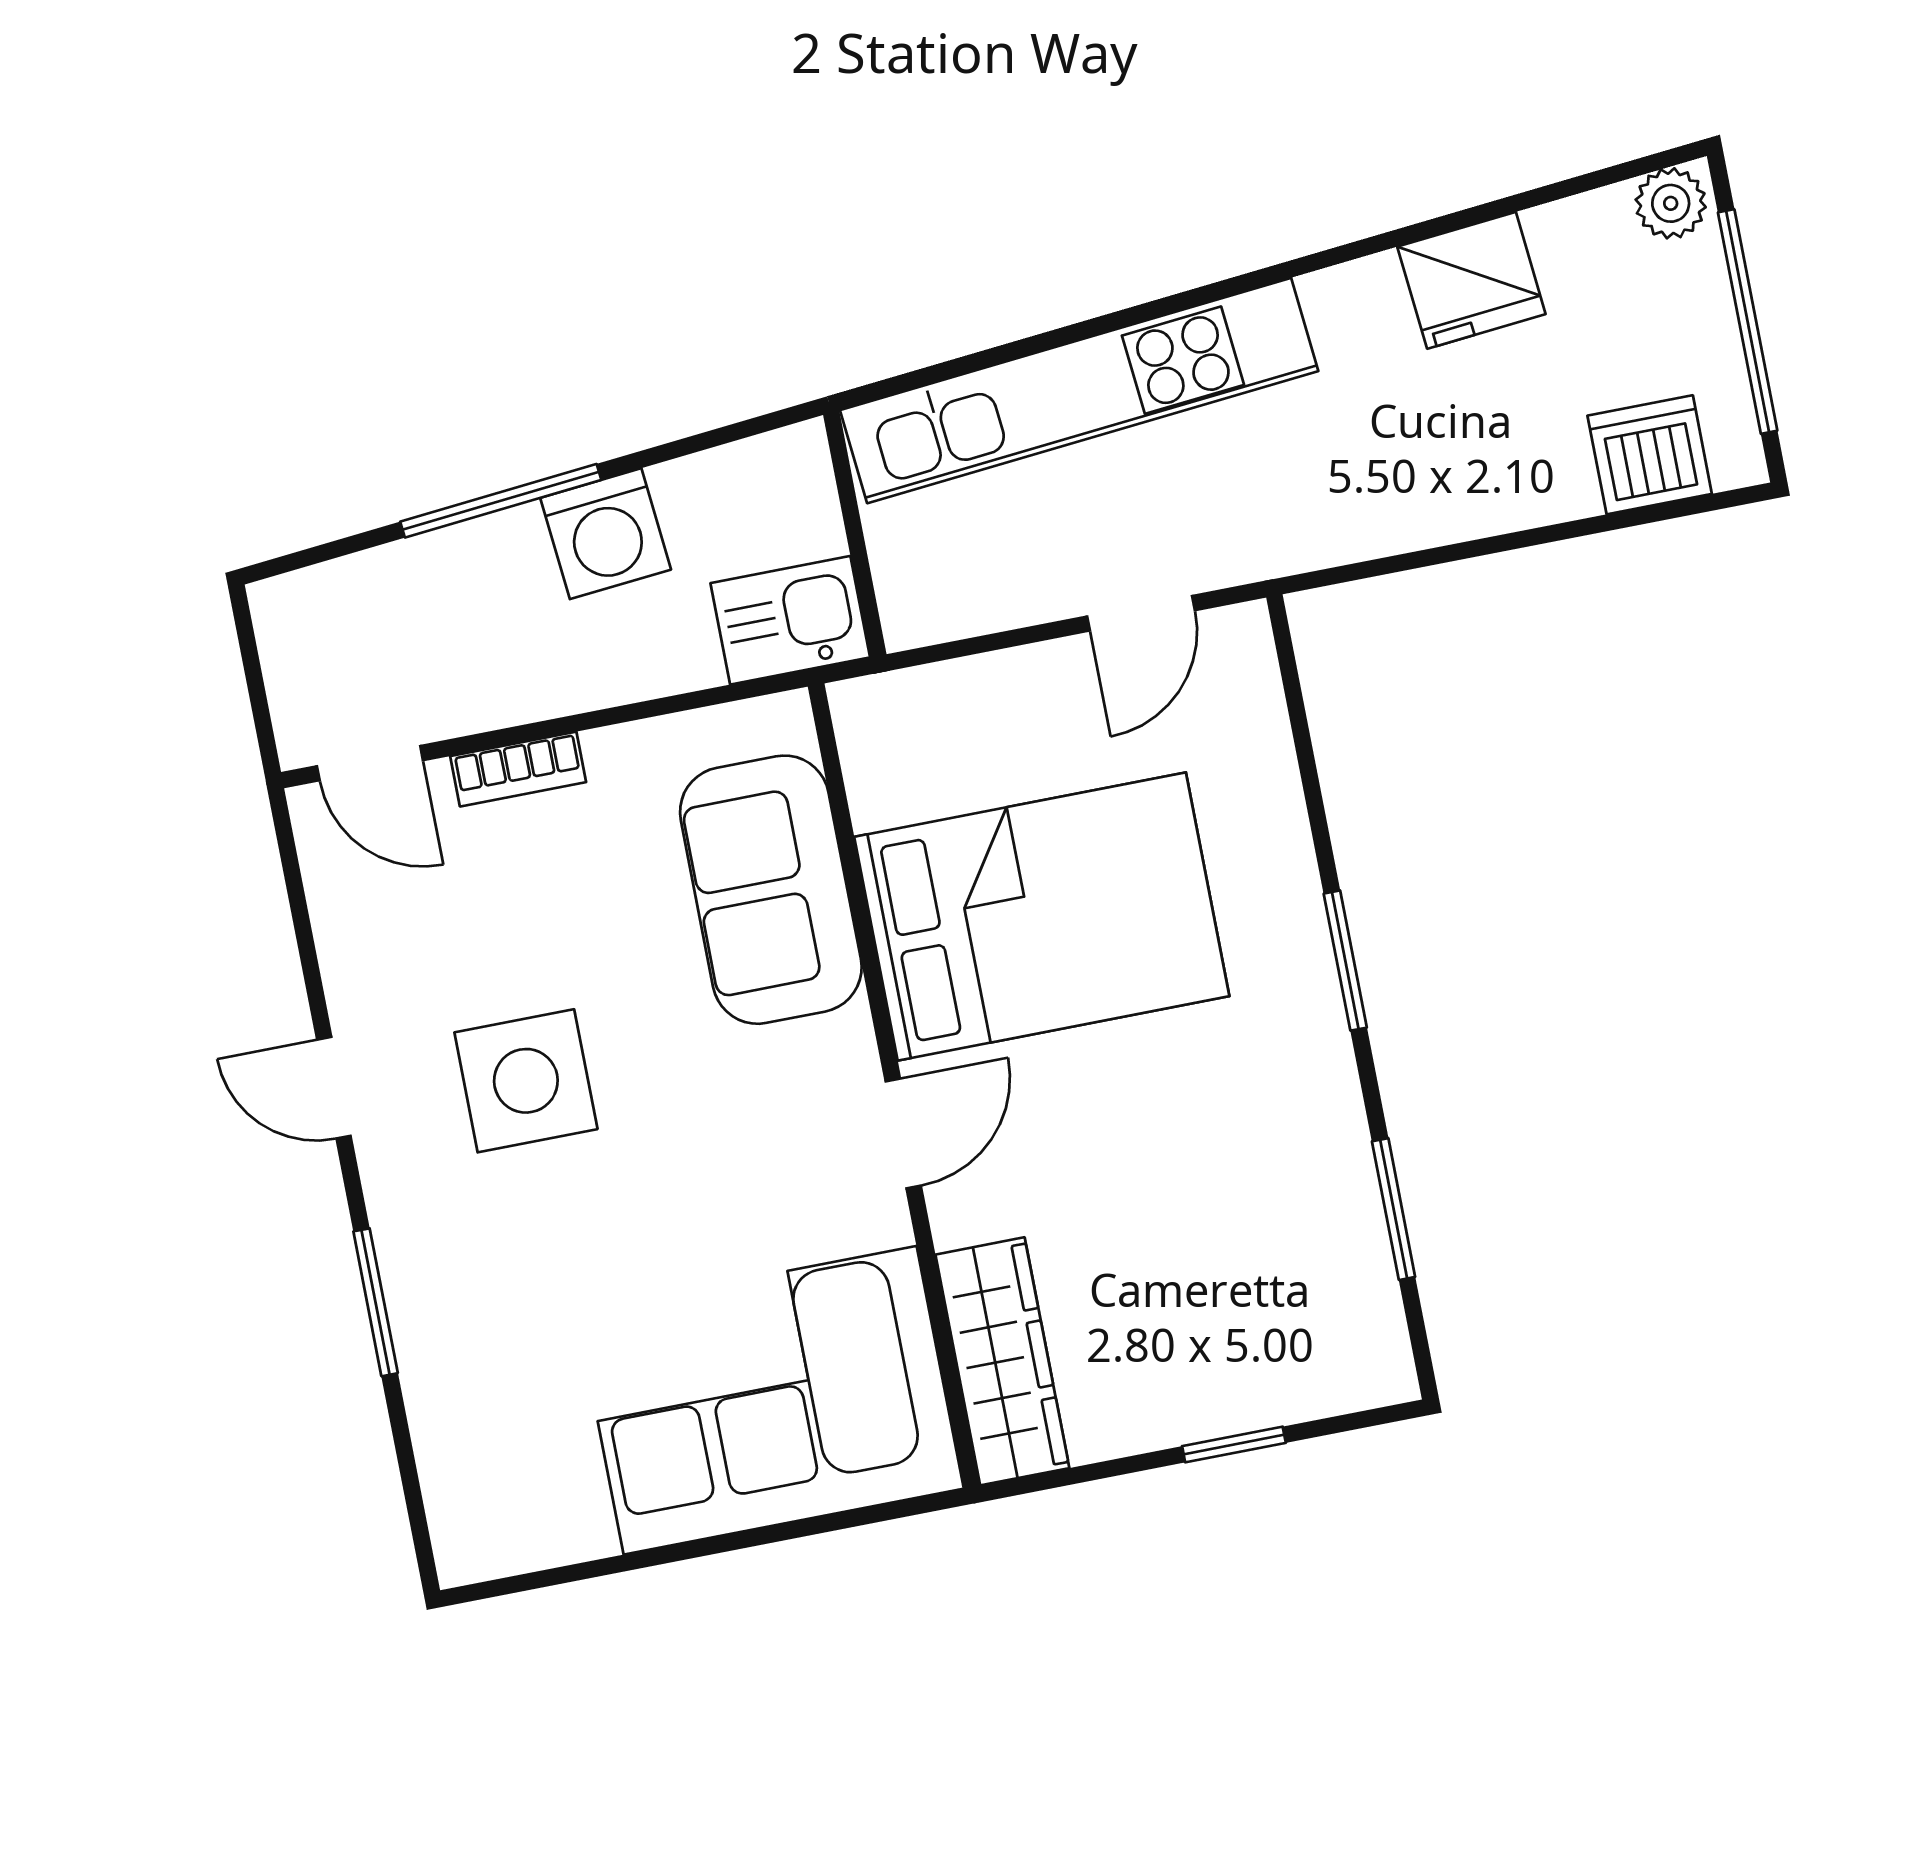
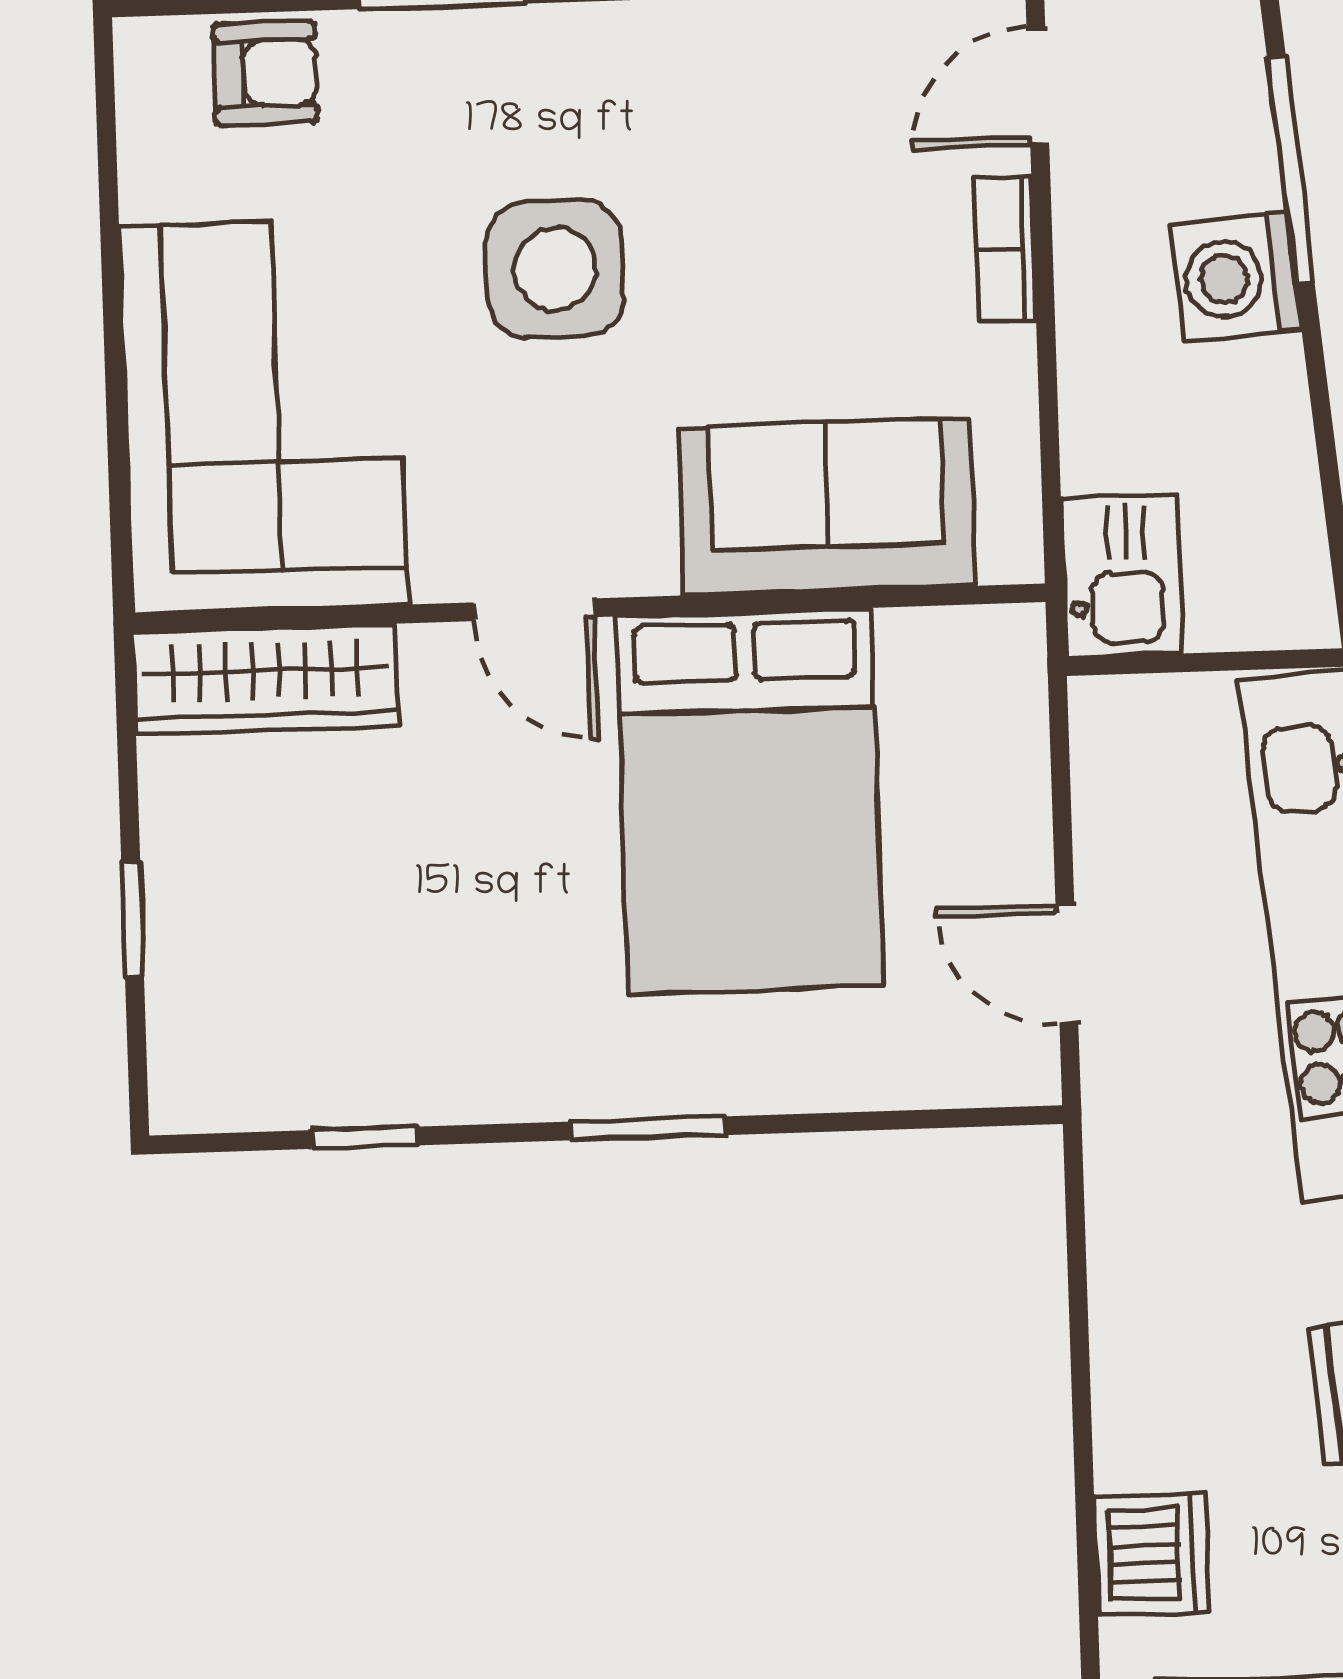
window: (501, 501) -> (1291, 170), moved
washing machine: (606, 534) -> (1236, 277), moved
side table: (526, 1081) -> (555, 269), moved
window: (1394, 1209) -> (364, 1138), width x0.67
armchair: (468, 1447) -> (266, 73), added

